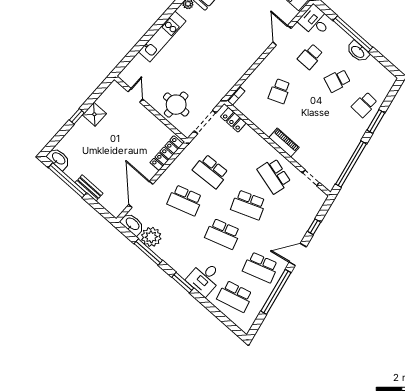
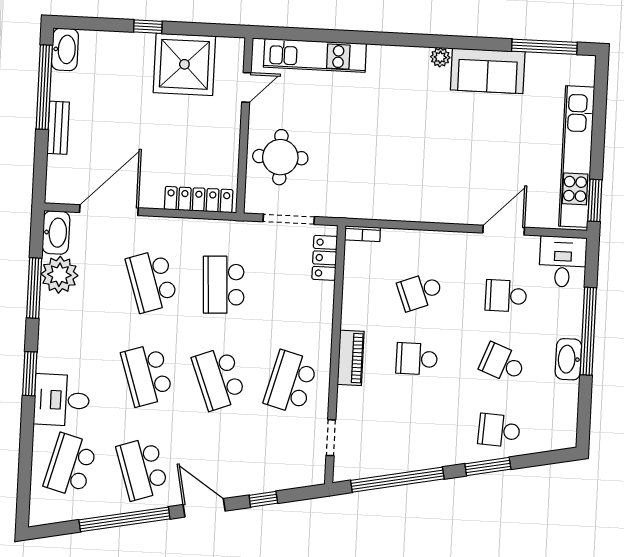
kitchen unit: (162, 36) -> (315, 55), moved
shower: (94, 114) -> (184, 64), width x1.86, depth x1.86
school desk: (307, 115) -> (417, 359), added
school desk: (235, 296) -> (70, 465), turned 30

